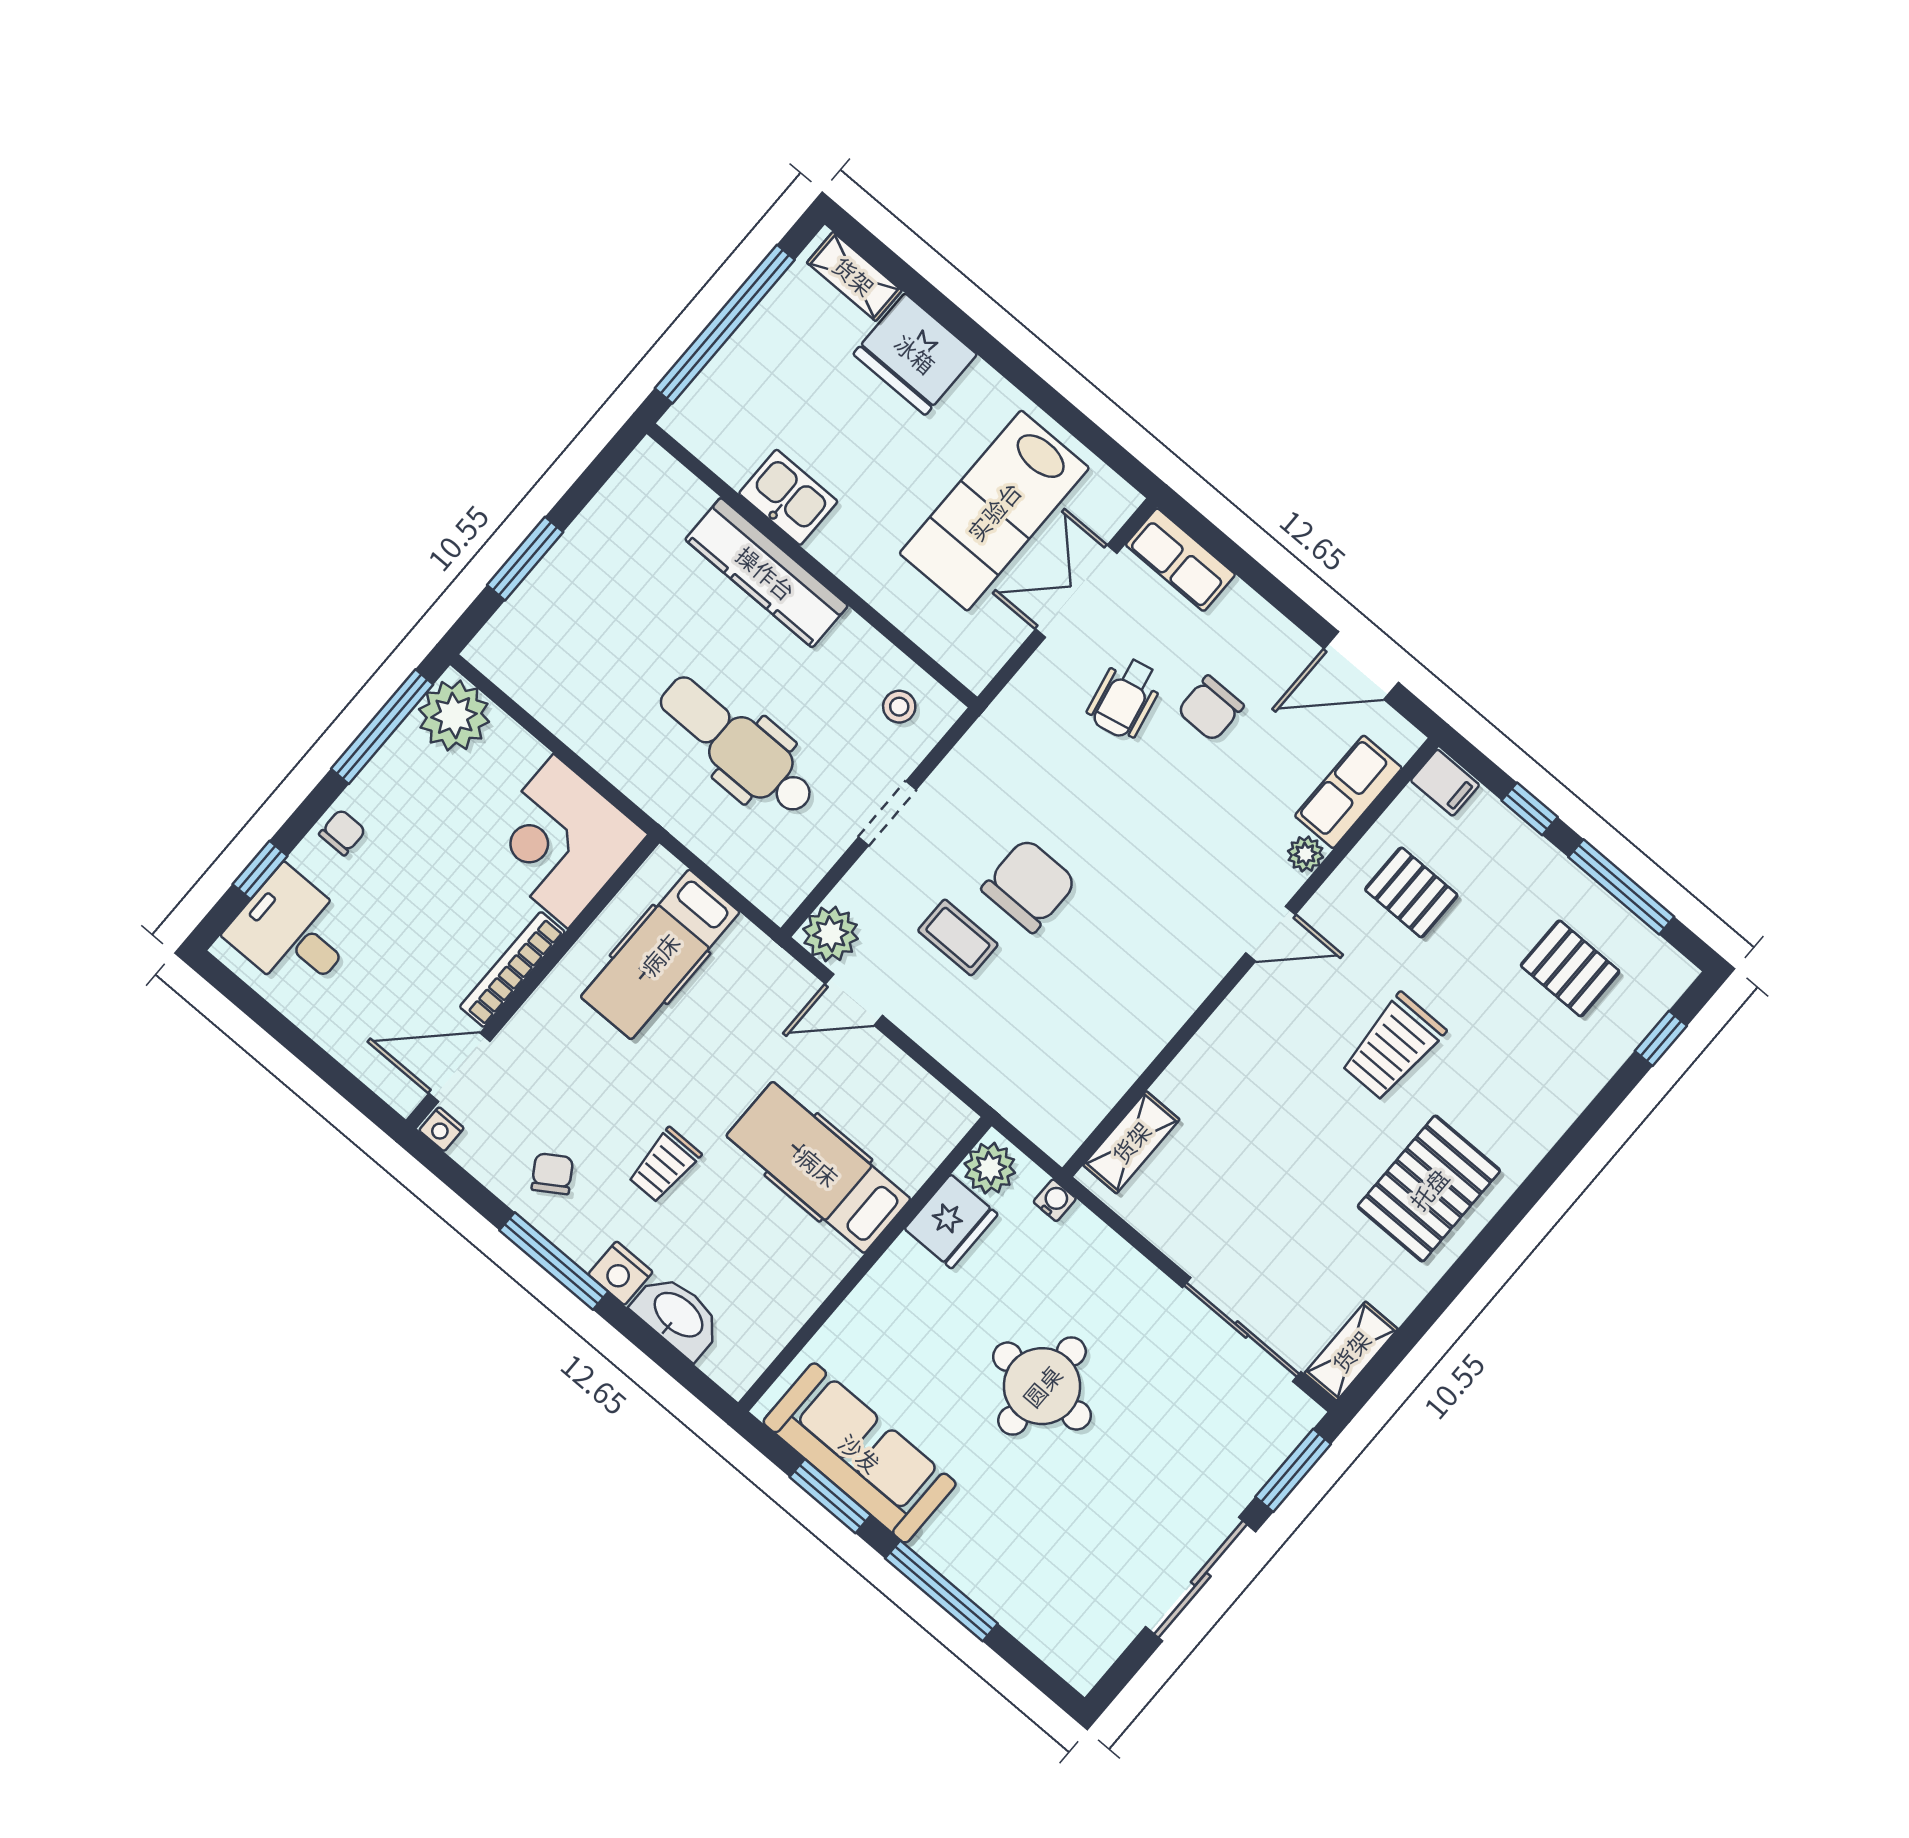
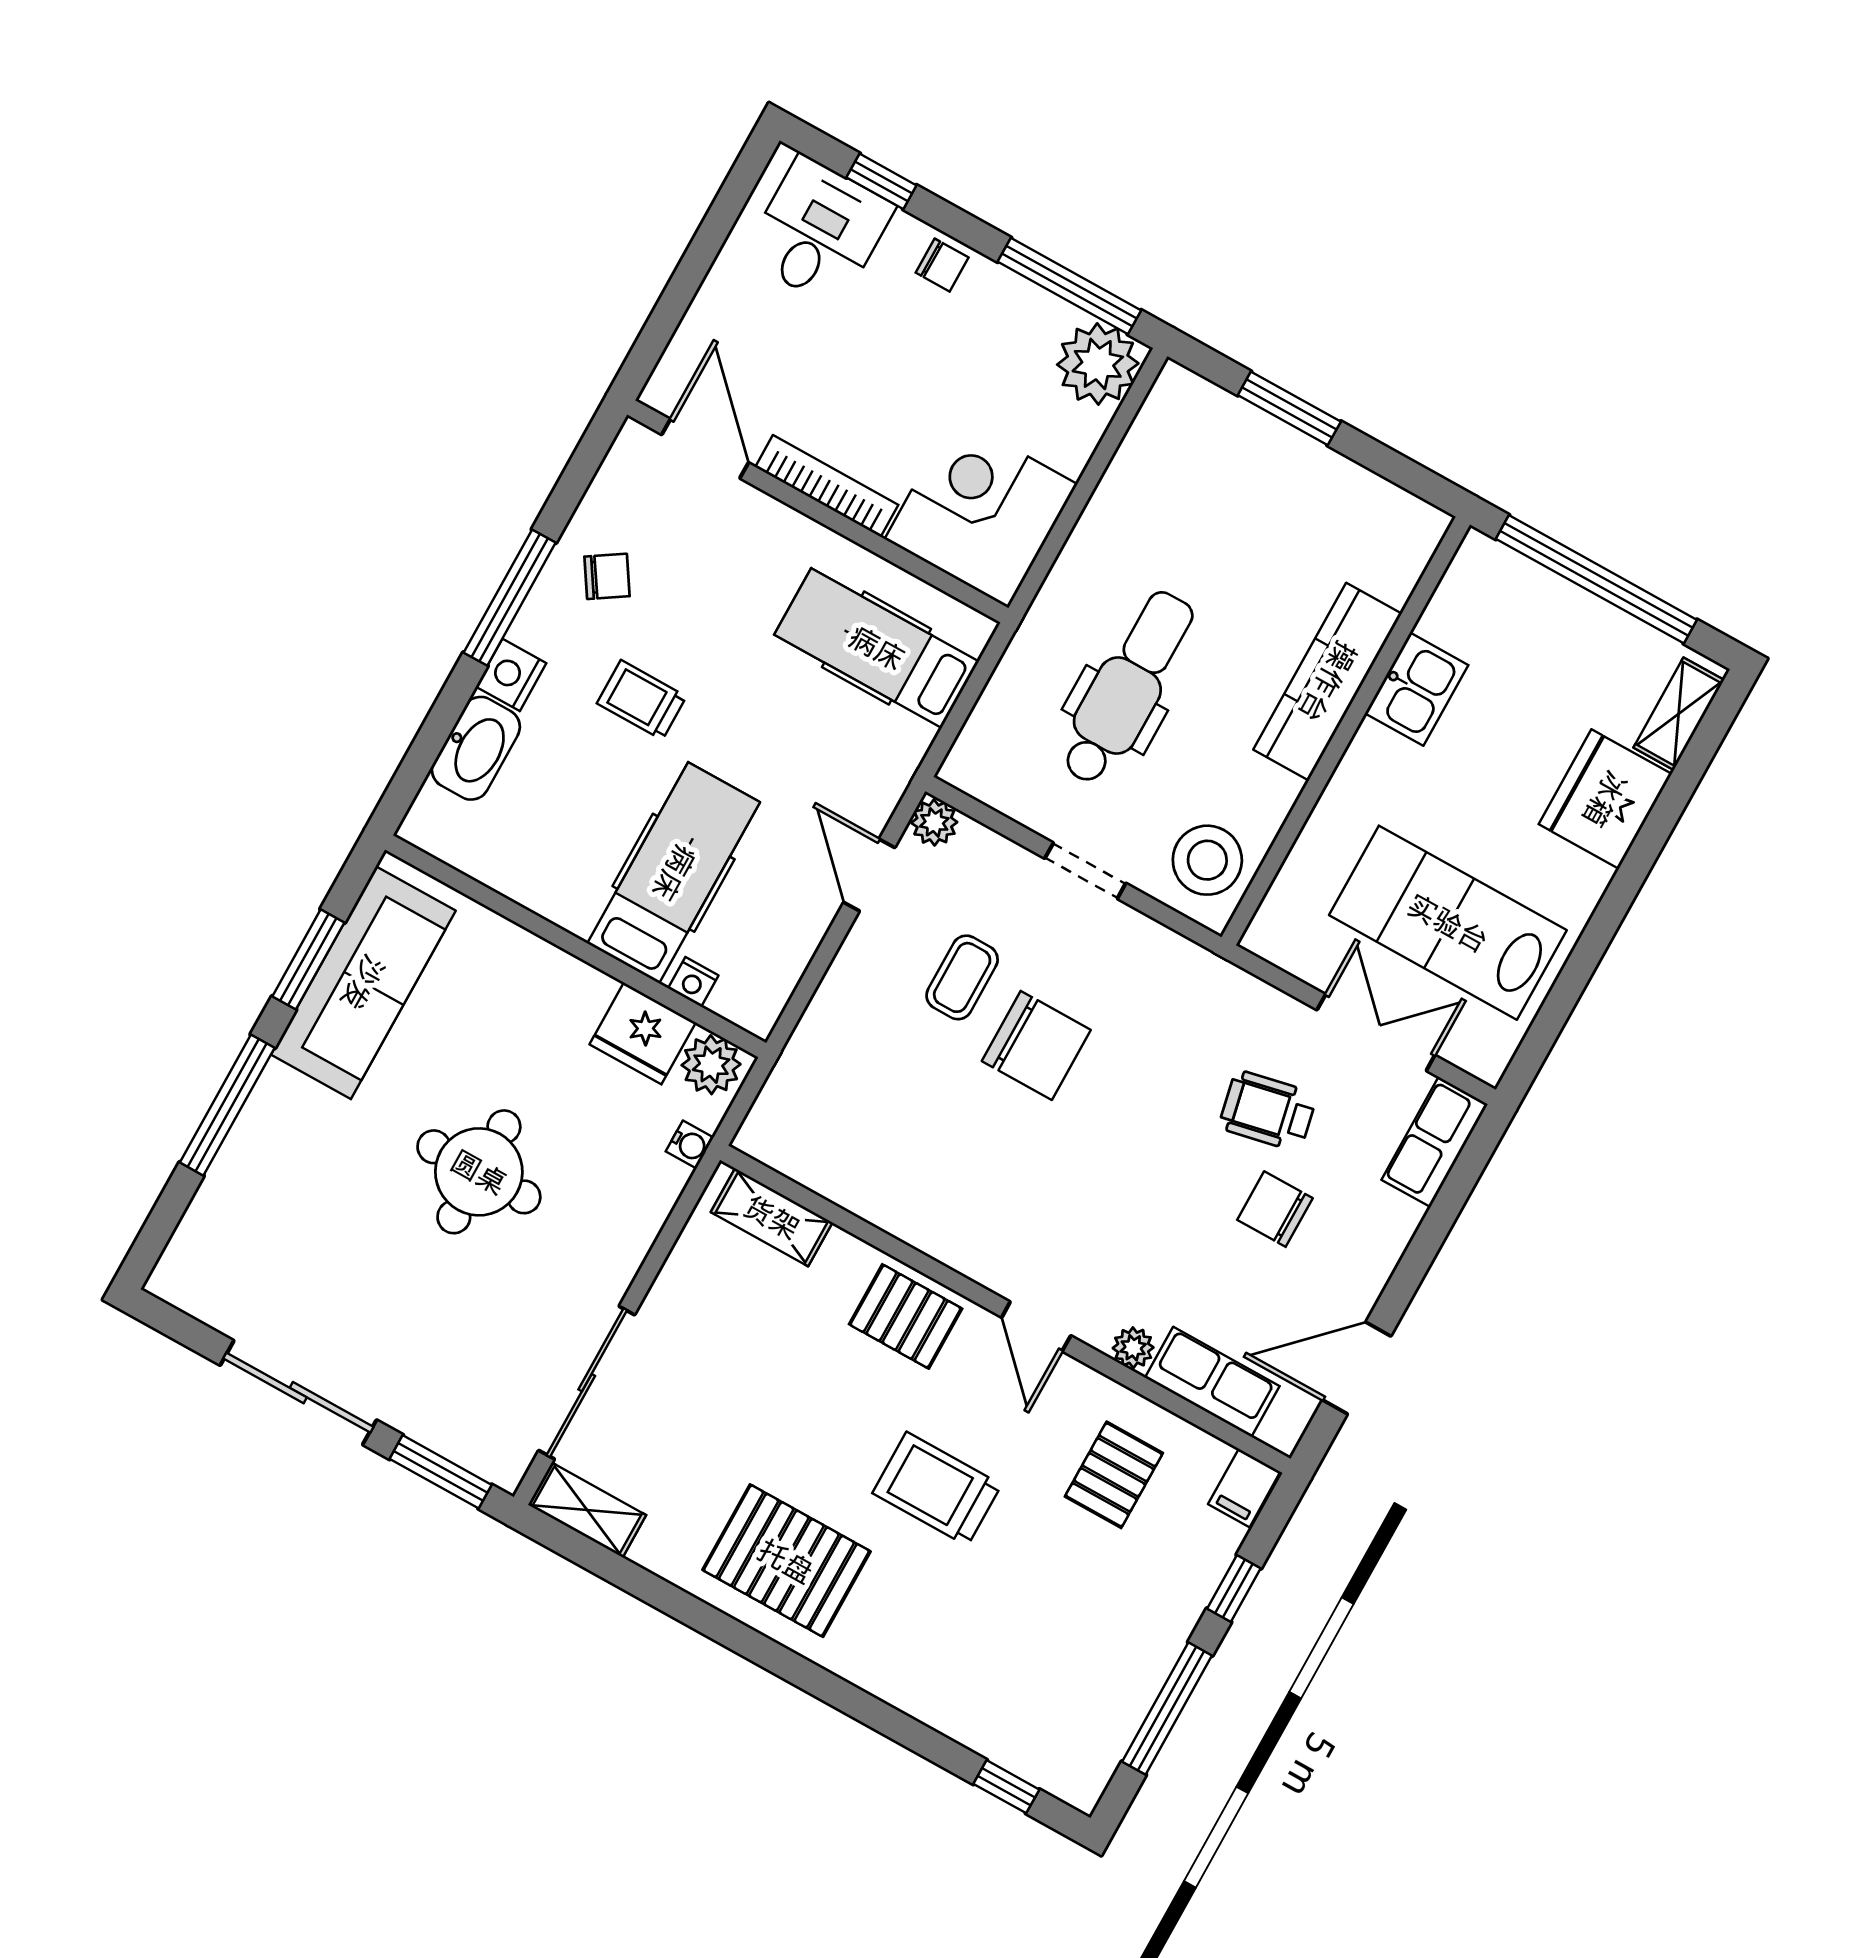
door: (1361, 666) -> (1357, 1368), hinge flipped
stool: (899, 707) -> (1207, 860), width x1.89, depth x1.89
plant: (831, 934) -> (934, 822), width x0.73, depth x0.73
pallet: (1570, 968) -> (906, 1316), moved, turned 90
nightstand: (441, 1129) -> (693, 982), moved, turned -90

